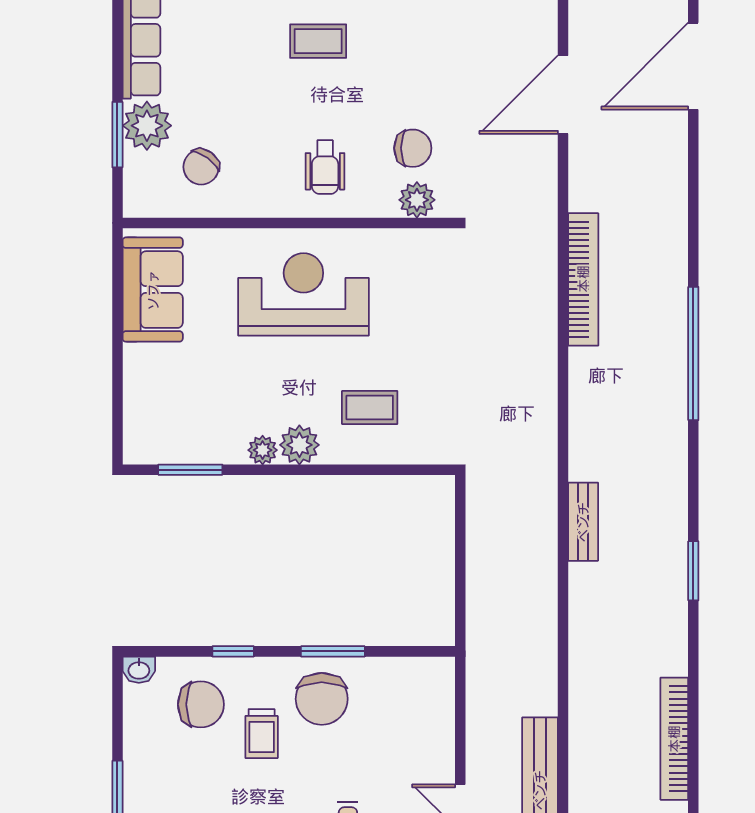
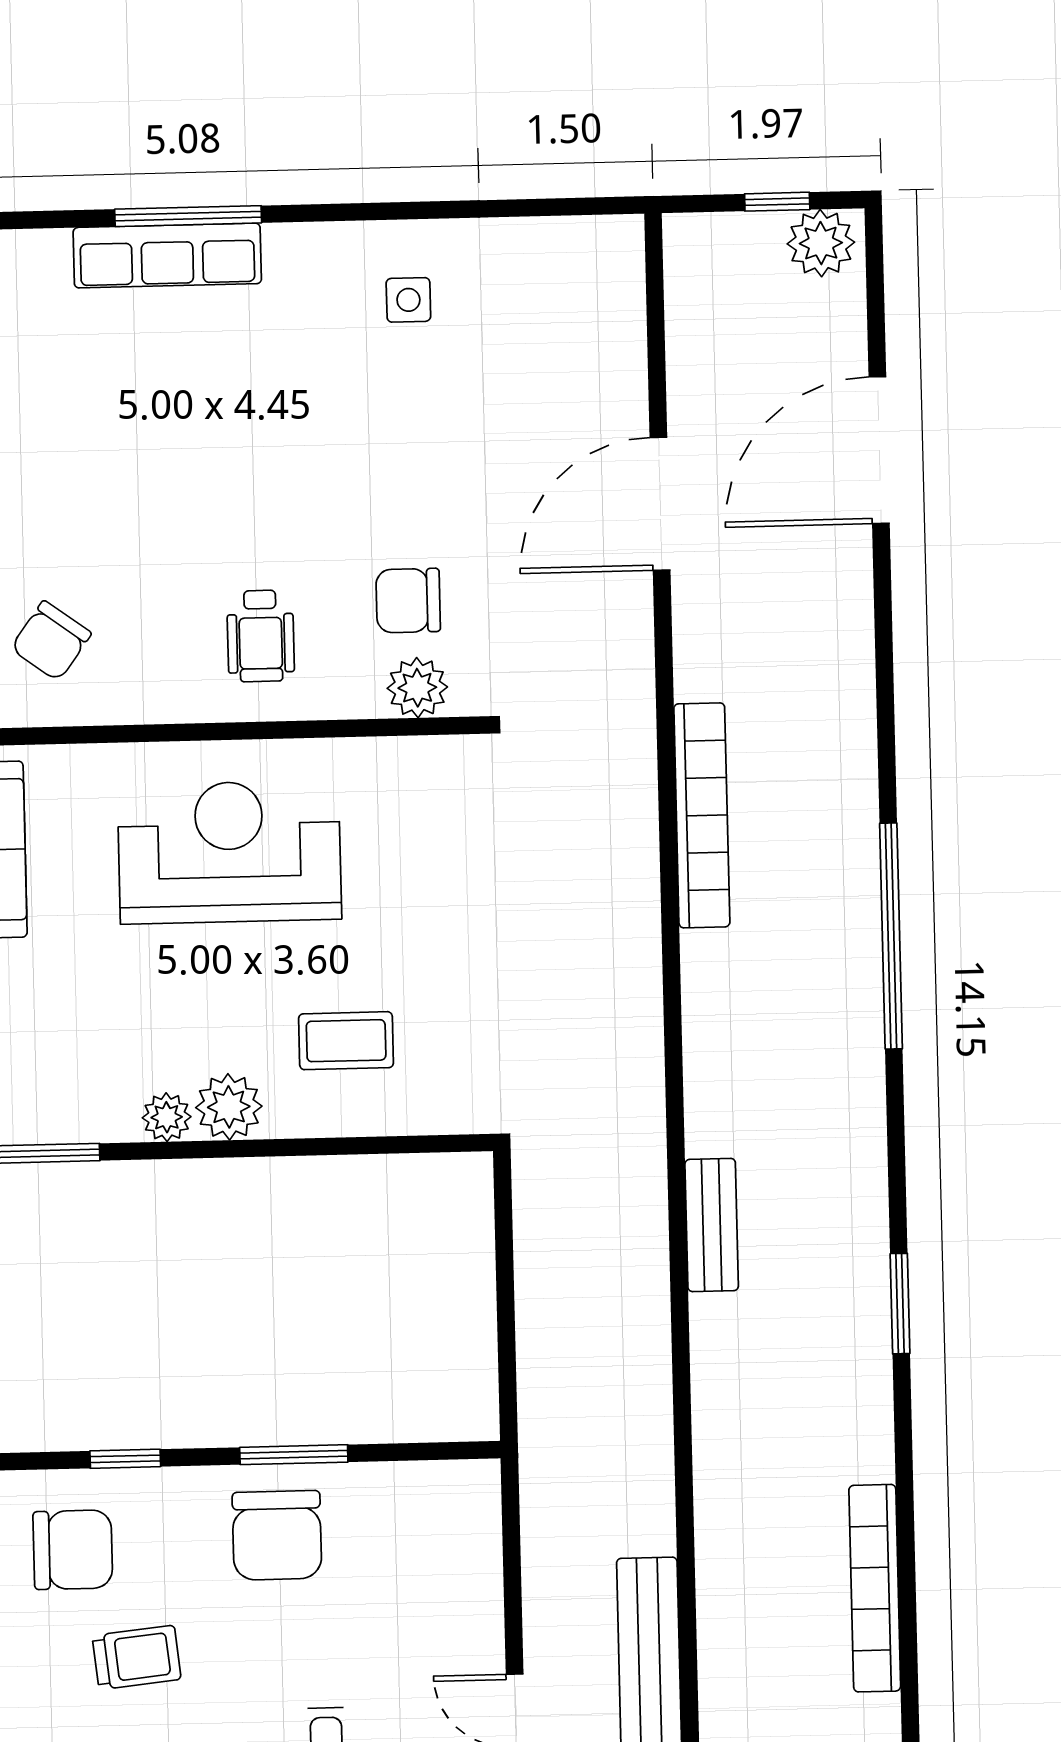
coffee table: (318, 41) -> (244, 423), removed
chair: (413, 148) -> (408, 601), turned 180
trolley: (262, 734) -> (137, 1657), moved, turned -96

